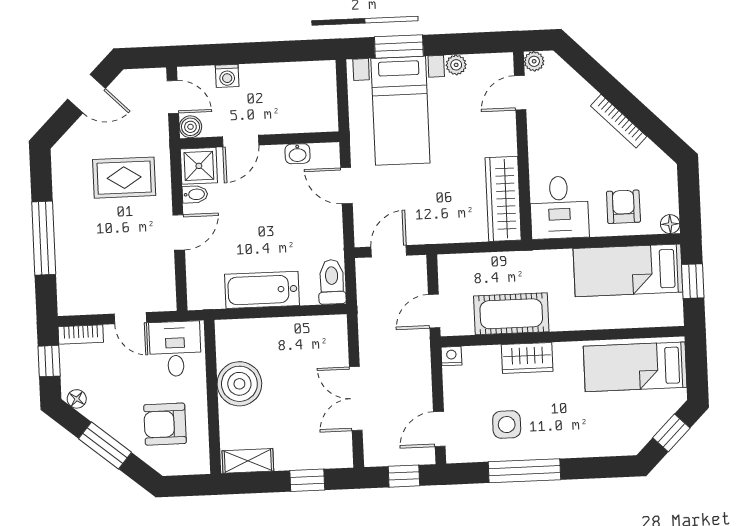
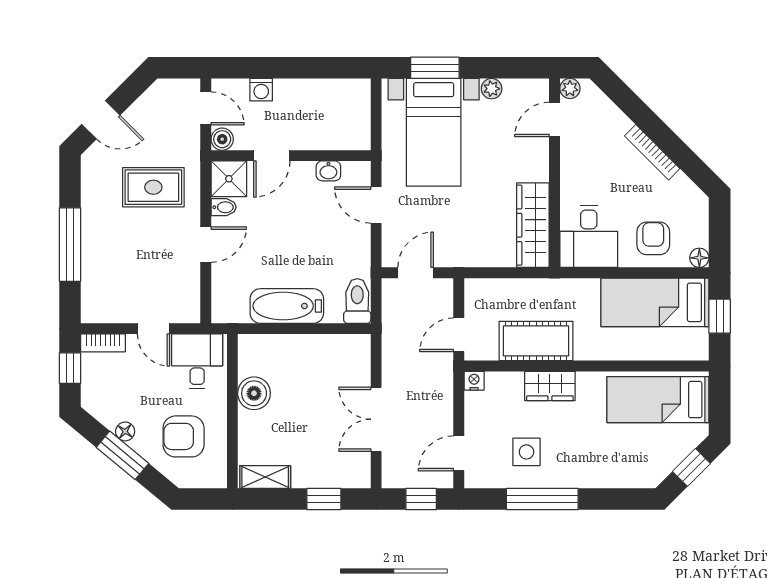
door: (86, 94) -> (101, 120), moved
boiler: (239, 384) -> (254, 393), width x0.73, depth x0.73
floor lamp: (77, 399) -> (125, 431), moved

